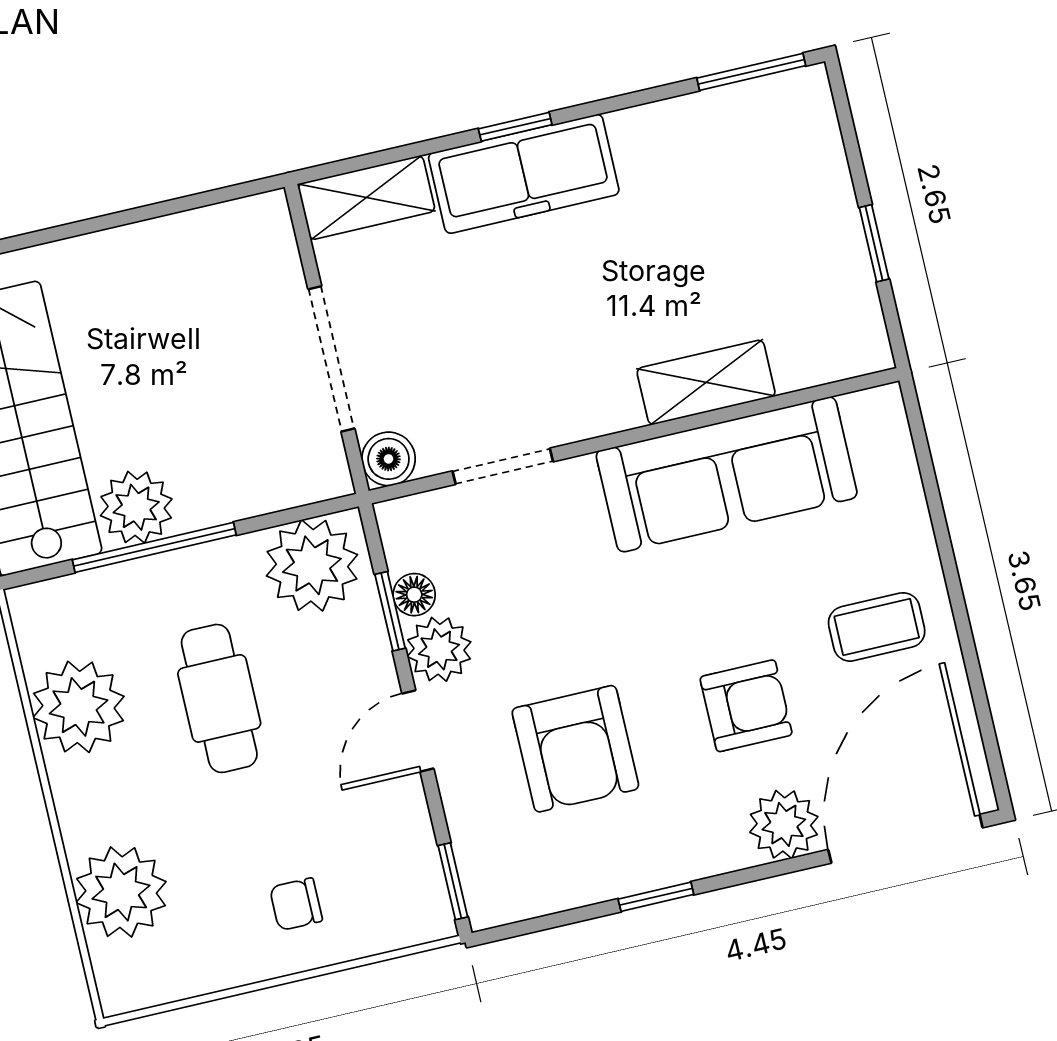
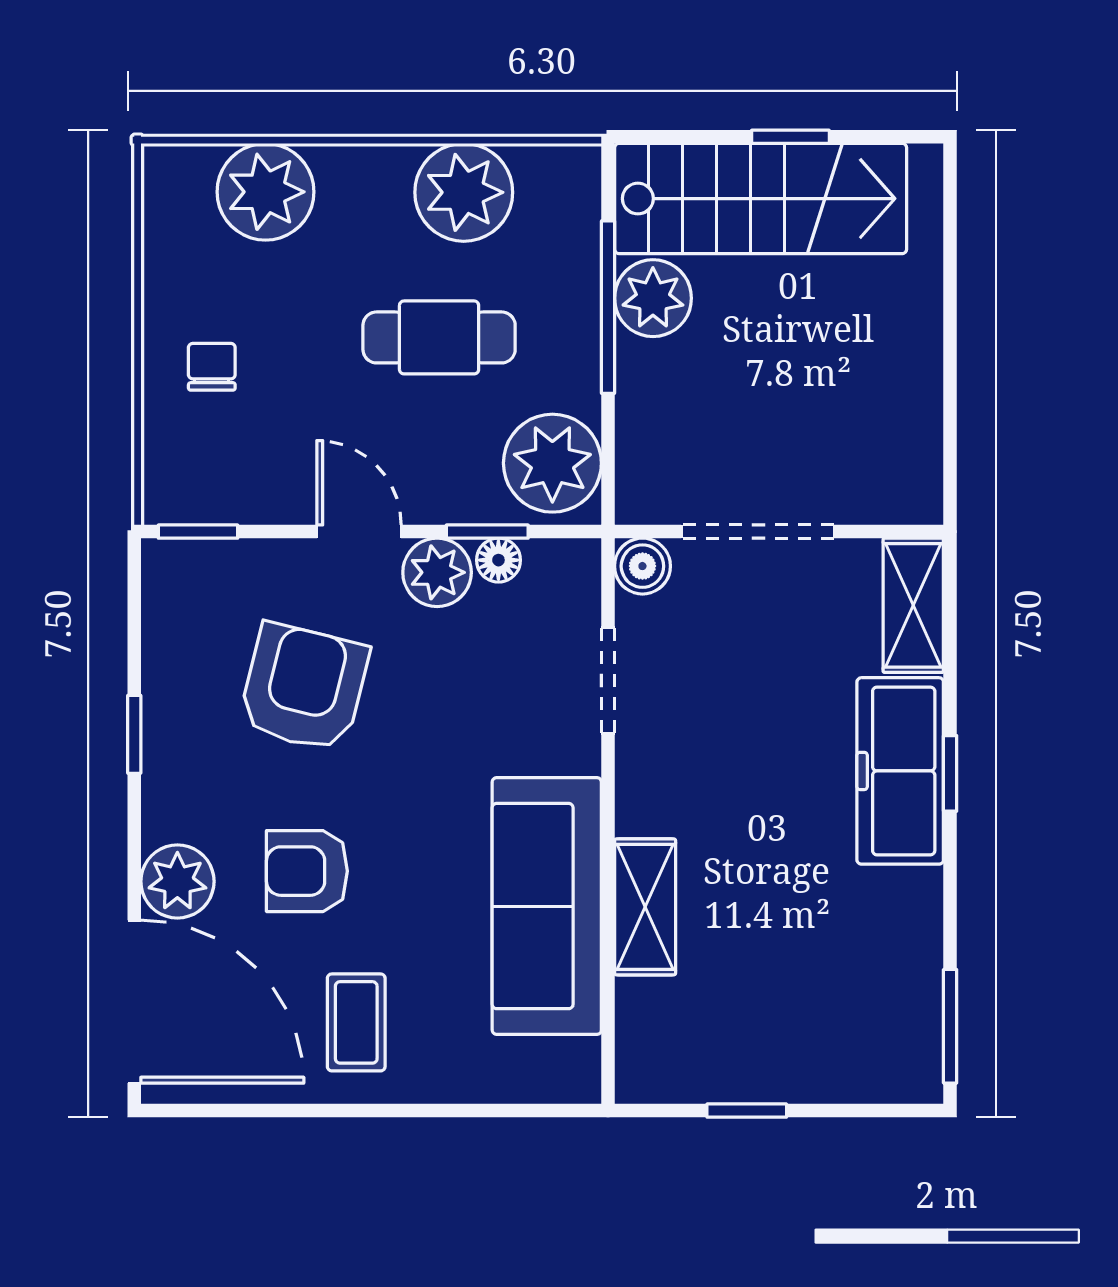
armchair: (746, 706) -> (307, 871), turned 90
armchair: (575, 749) -> (304, 687), turned 104

